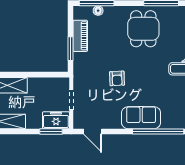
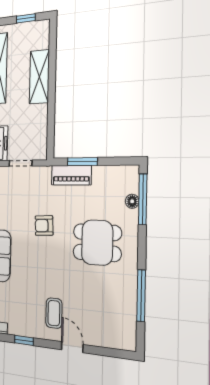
dining table: (143, 29) -> (97, 243), moved
piano: (80, 36) -> (71, 175), moved

